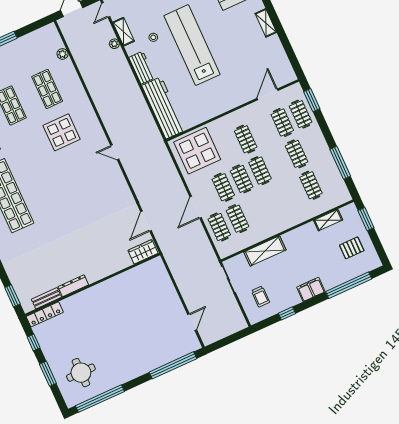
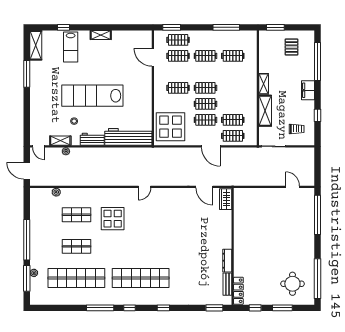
shelving: (328, 220) -> (264, 84), moved

